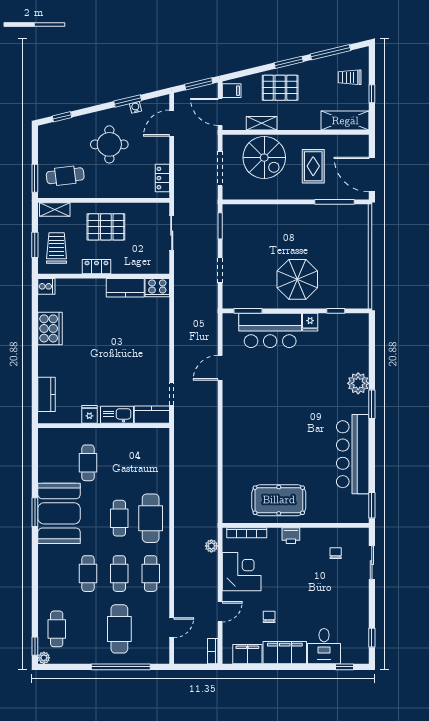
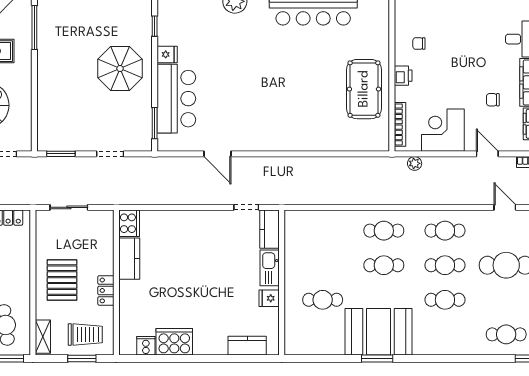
trolley: (57, 248) -> (85, 335), turned 180
cooker: (46, 286) -> (146, 346), moved
cafe table: (151, 518) -> (384, 231), width x0.73, depth x0.74
chair: (336, 553) -> (419, 43), moved

